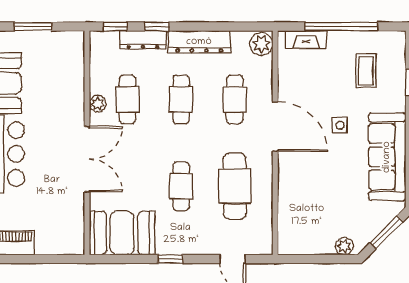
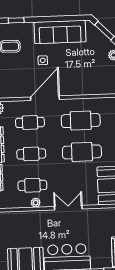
double door: (87, 159) -> (68, 208), width x0.73
cafe table: (181, 186) -> (82, 152), width x1.37, depth x1.35

